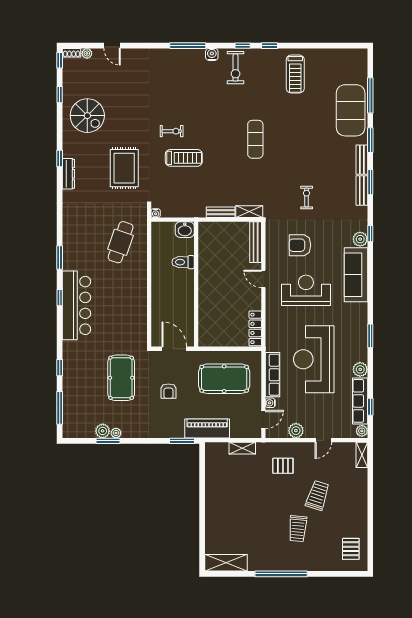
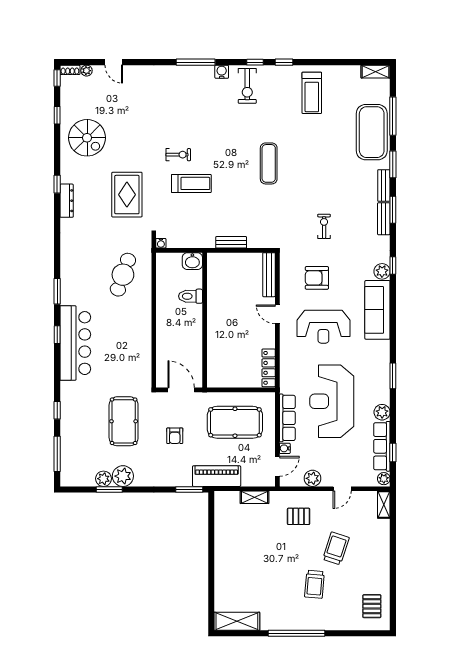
shelving: (249, 212) -> (376, 72), moved
reception desk: (306, 290) -> (323, 327), turned 180
plant: (116, 433) -> (123, 476), width x1.88, depth x1.88

